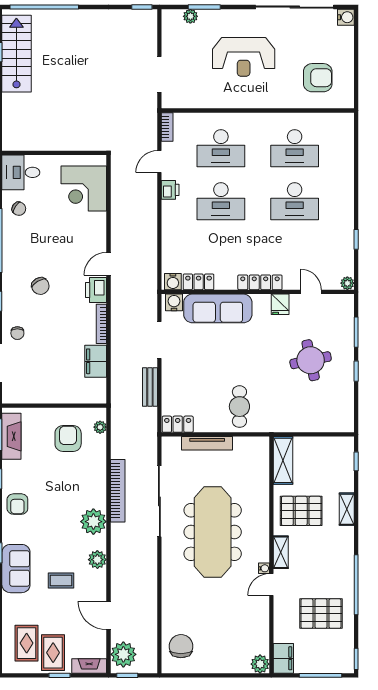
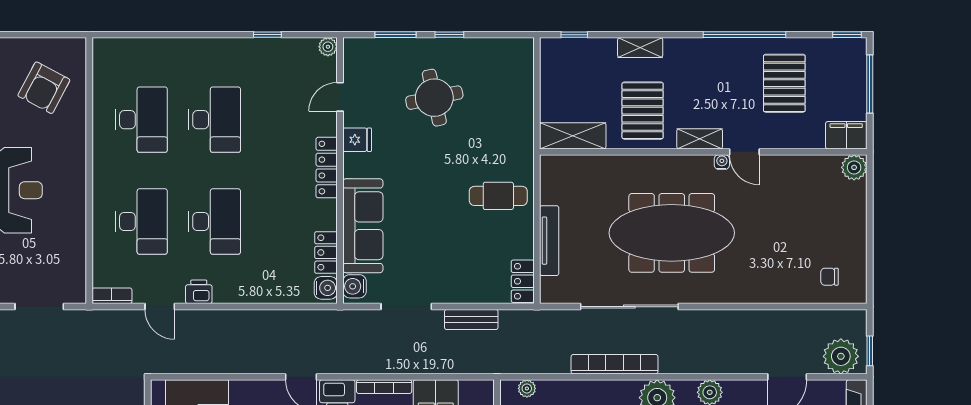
armchair: (318, 78) -> (44, 88), turned -152
chair: (181, 646) -> (829, 277), width x0.54, depth x0.54

